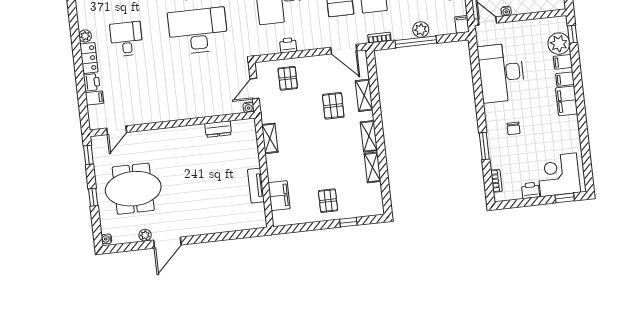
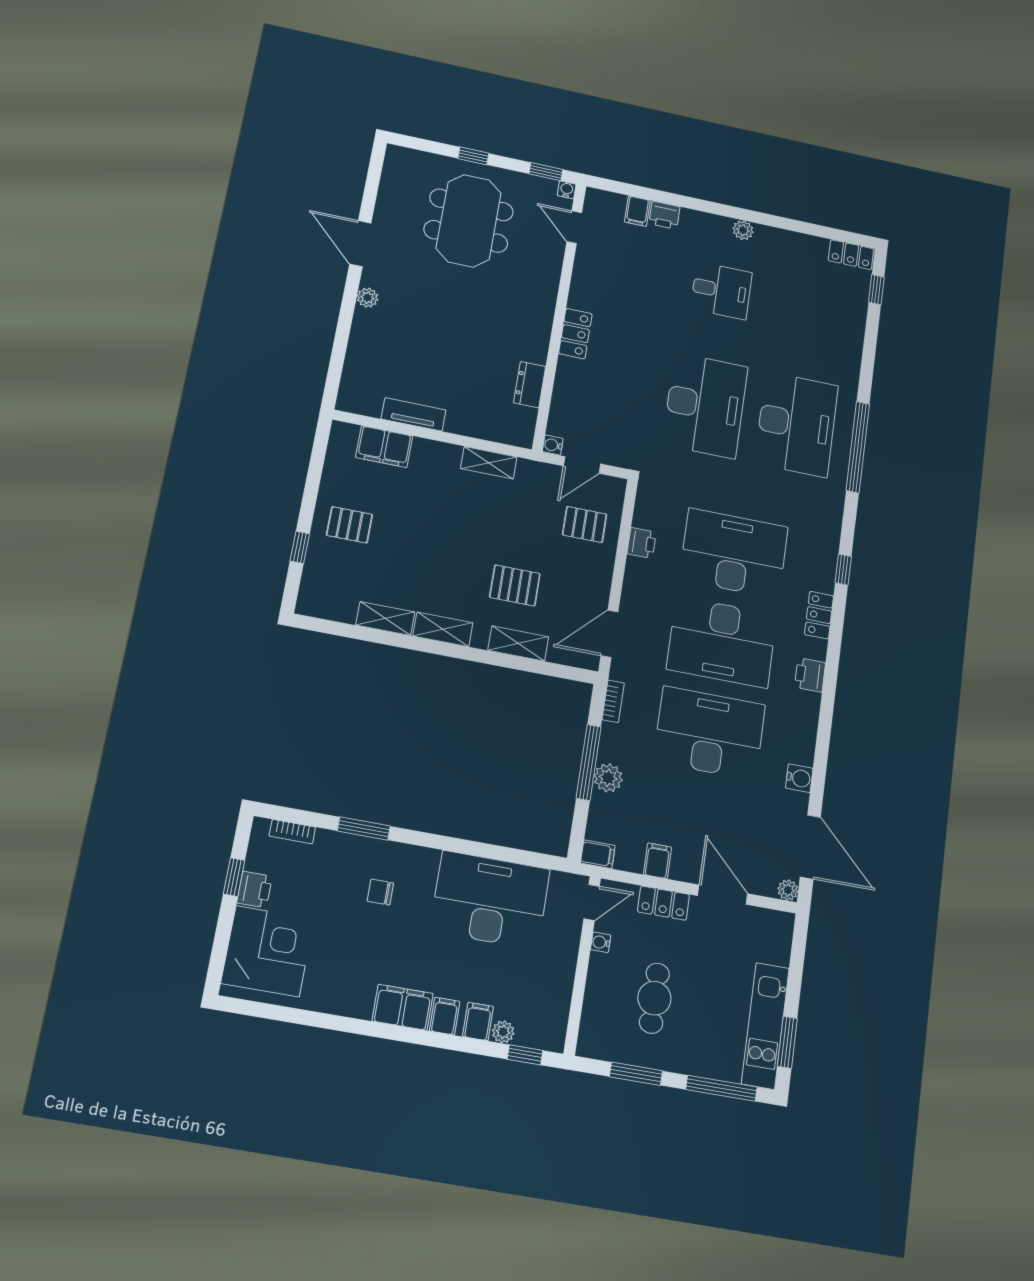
plant: (559, 44) -> (503, 1032), width x0.53, depth x0.53
locker: (89, 58) -> (575, 334), moved, turned -90
door: (255, 89) -> (582, 465), swing flipped
window: (565, 198) -> (234, 877), moved
plant: (145, 235) -> (368, 298), moved
water cooler: (106, 239) -> (567, 190), moved

